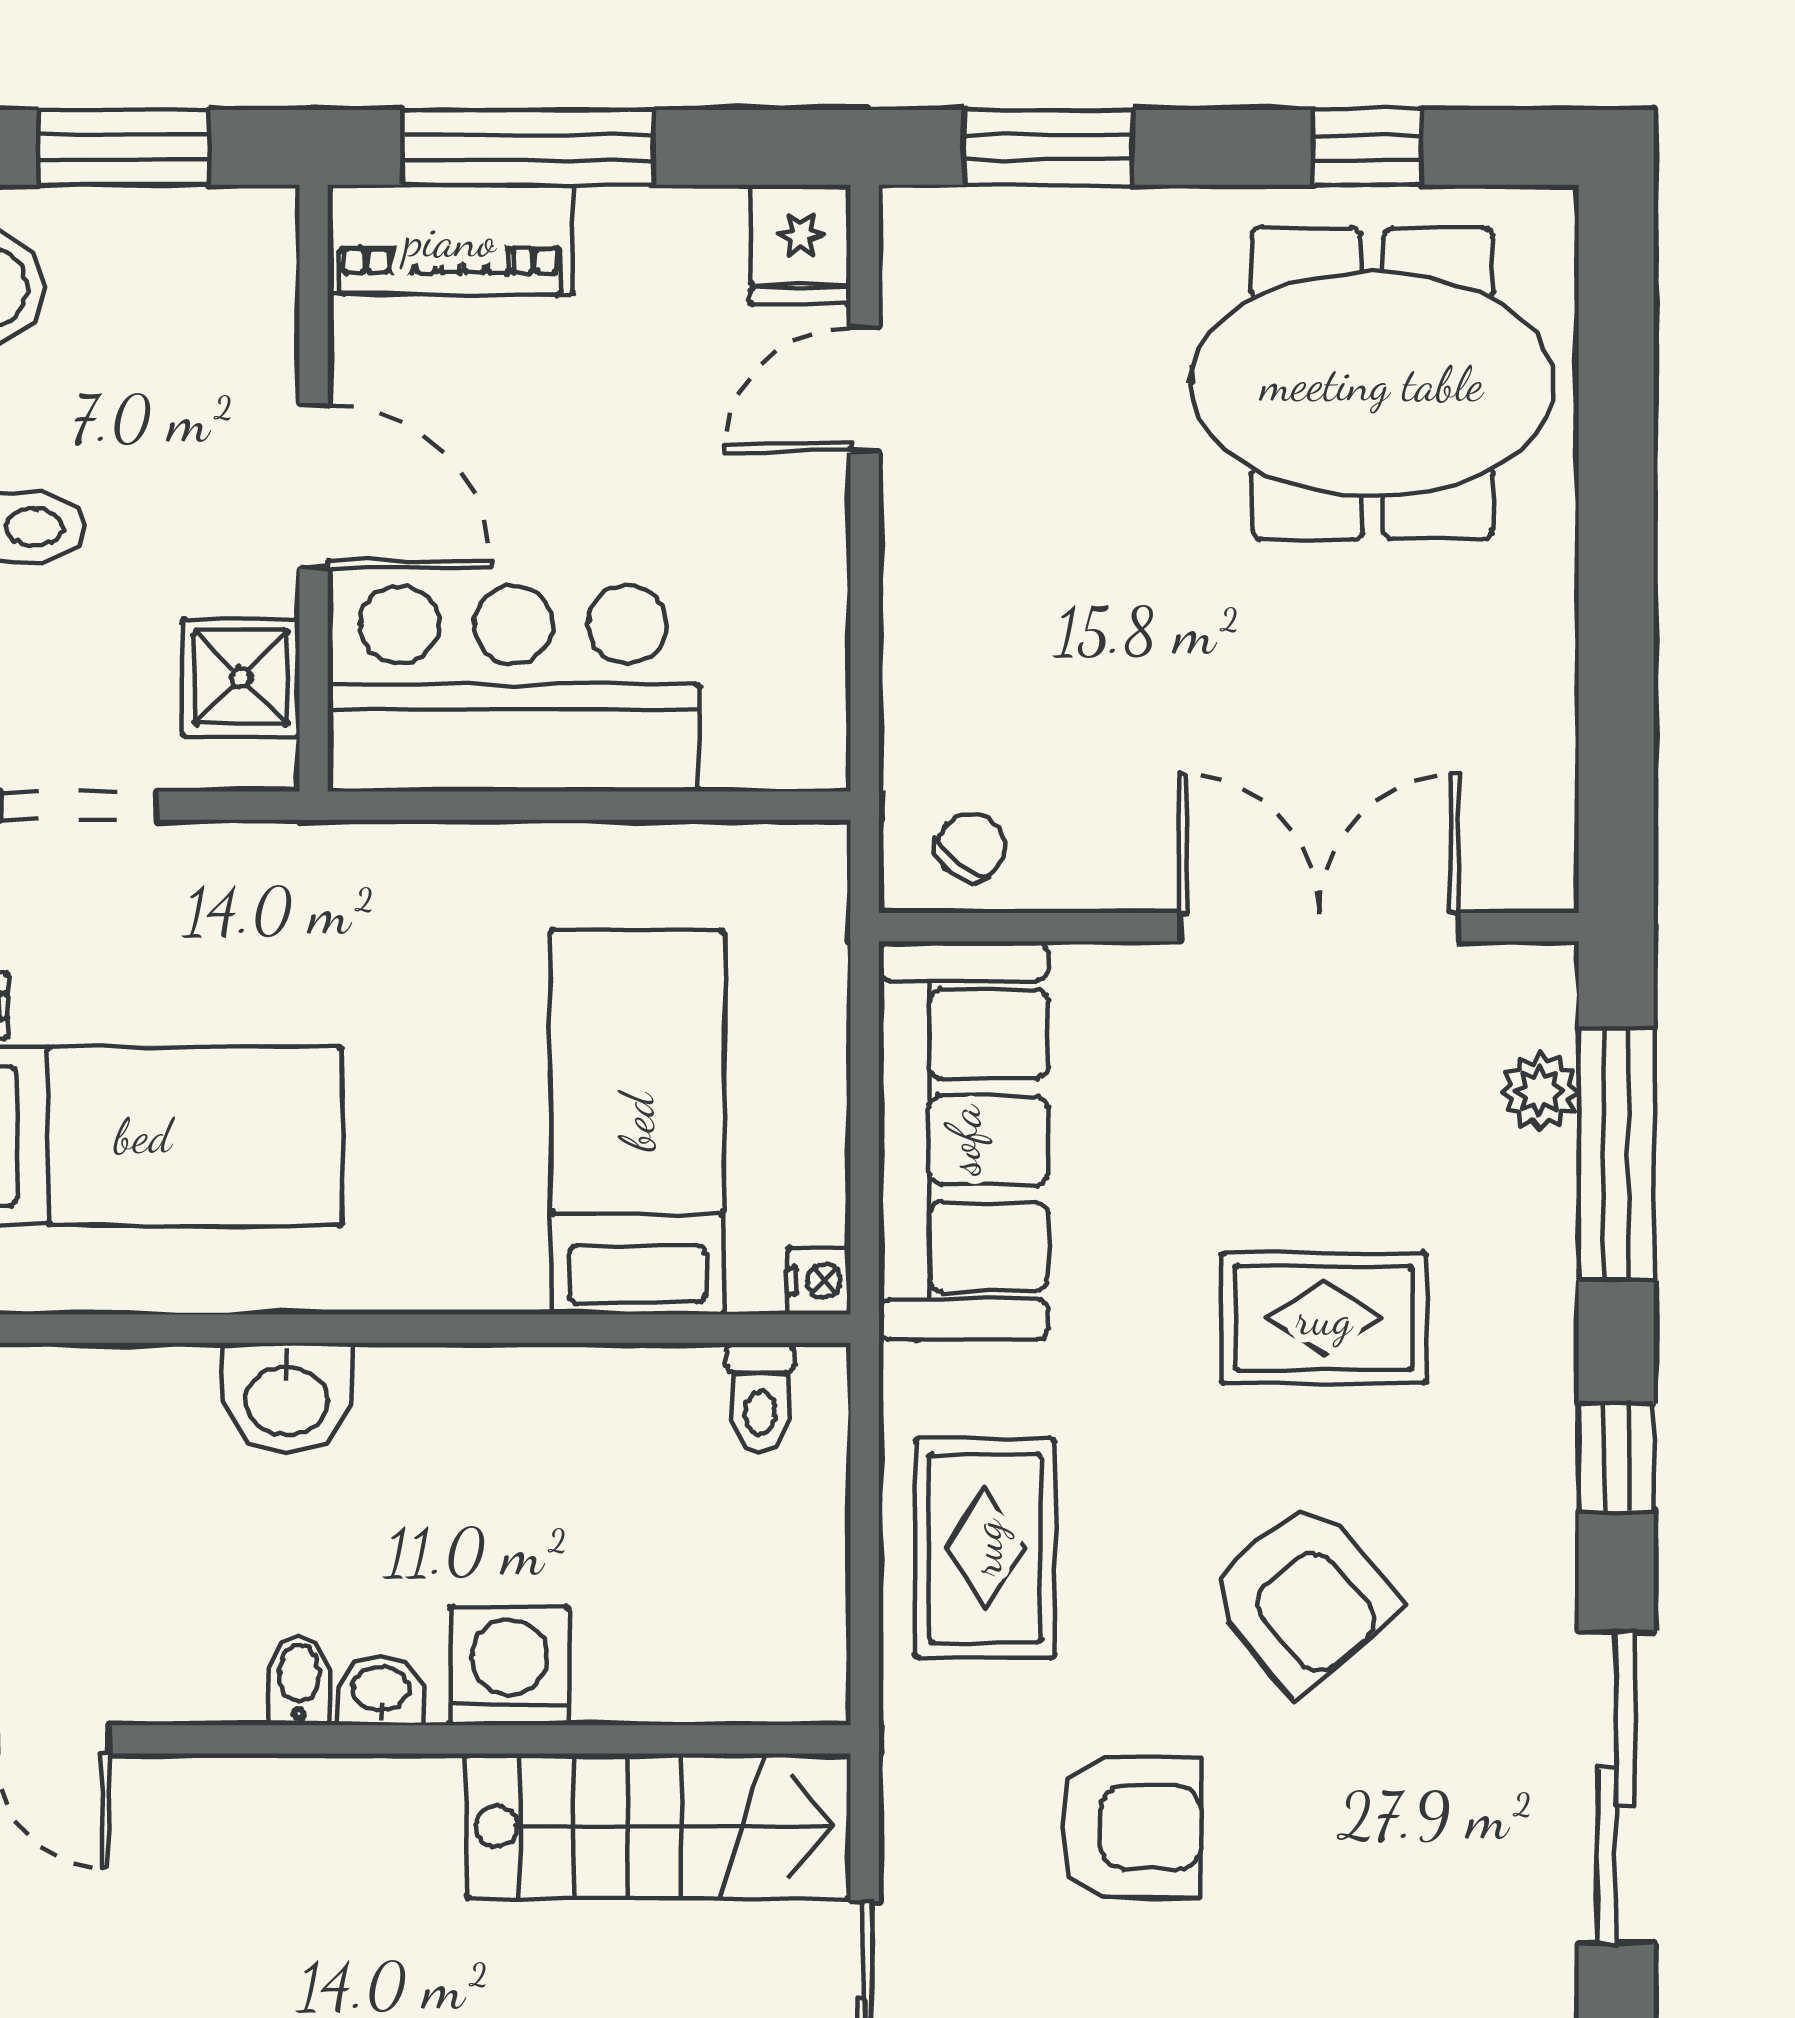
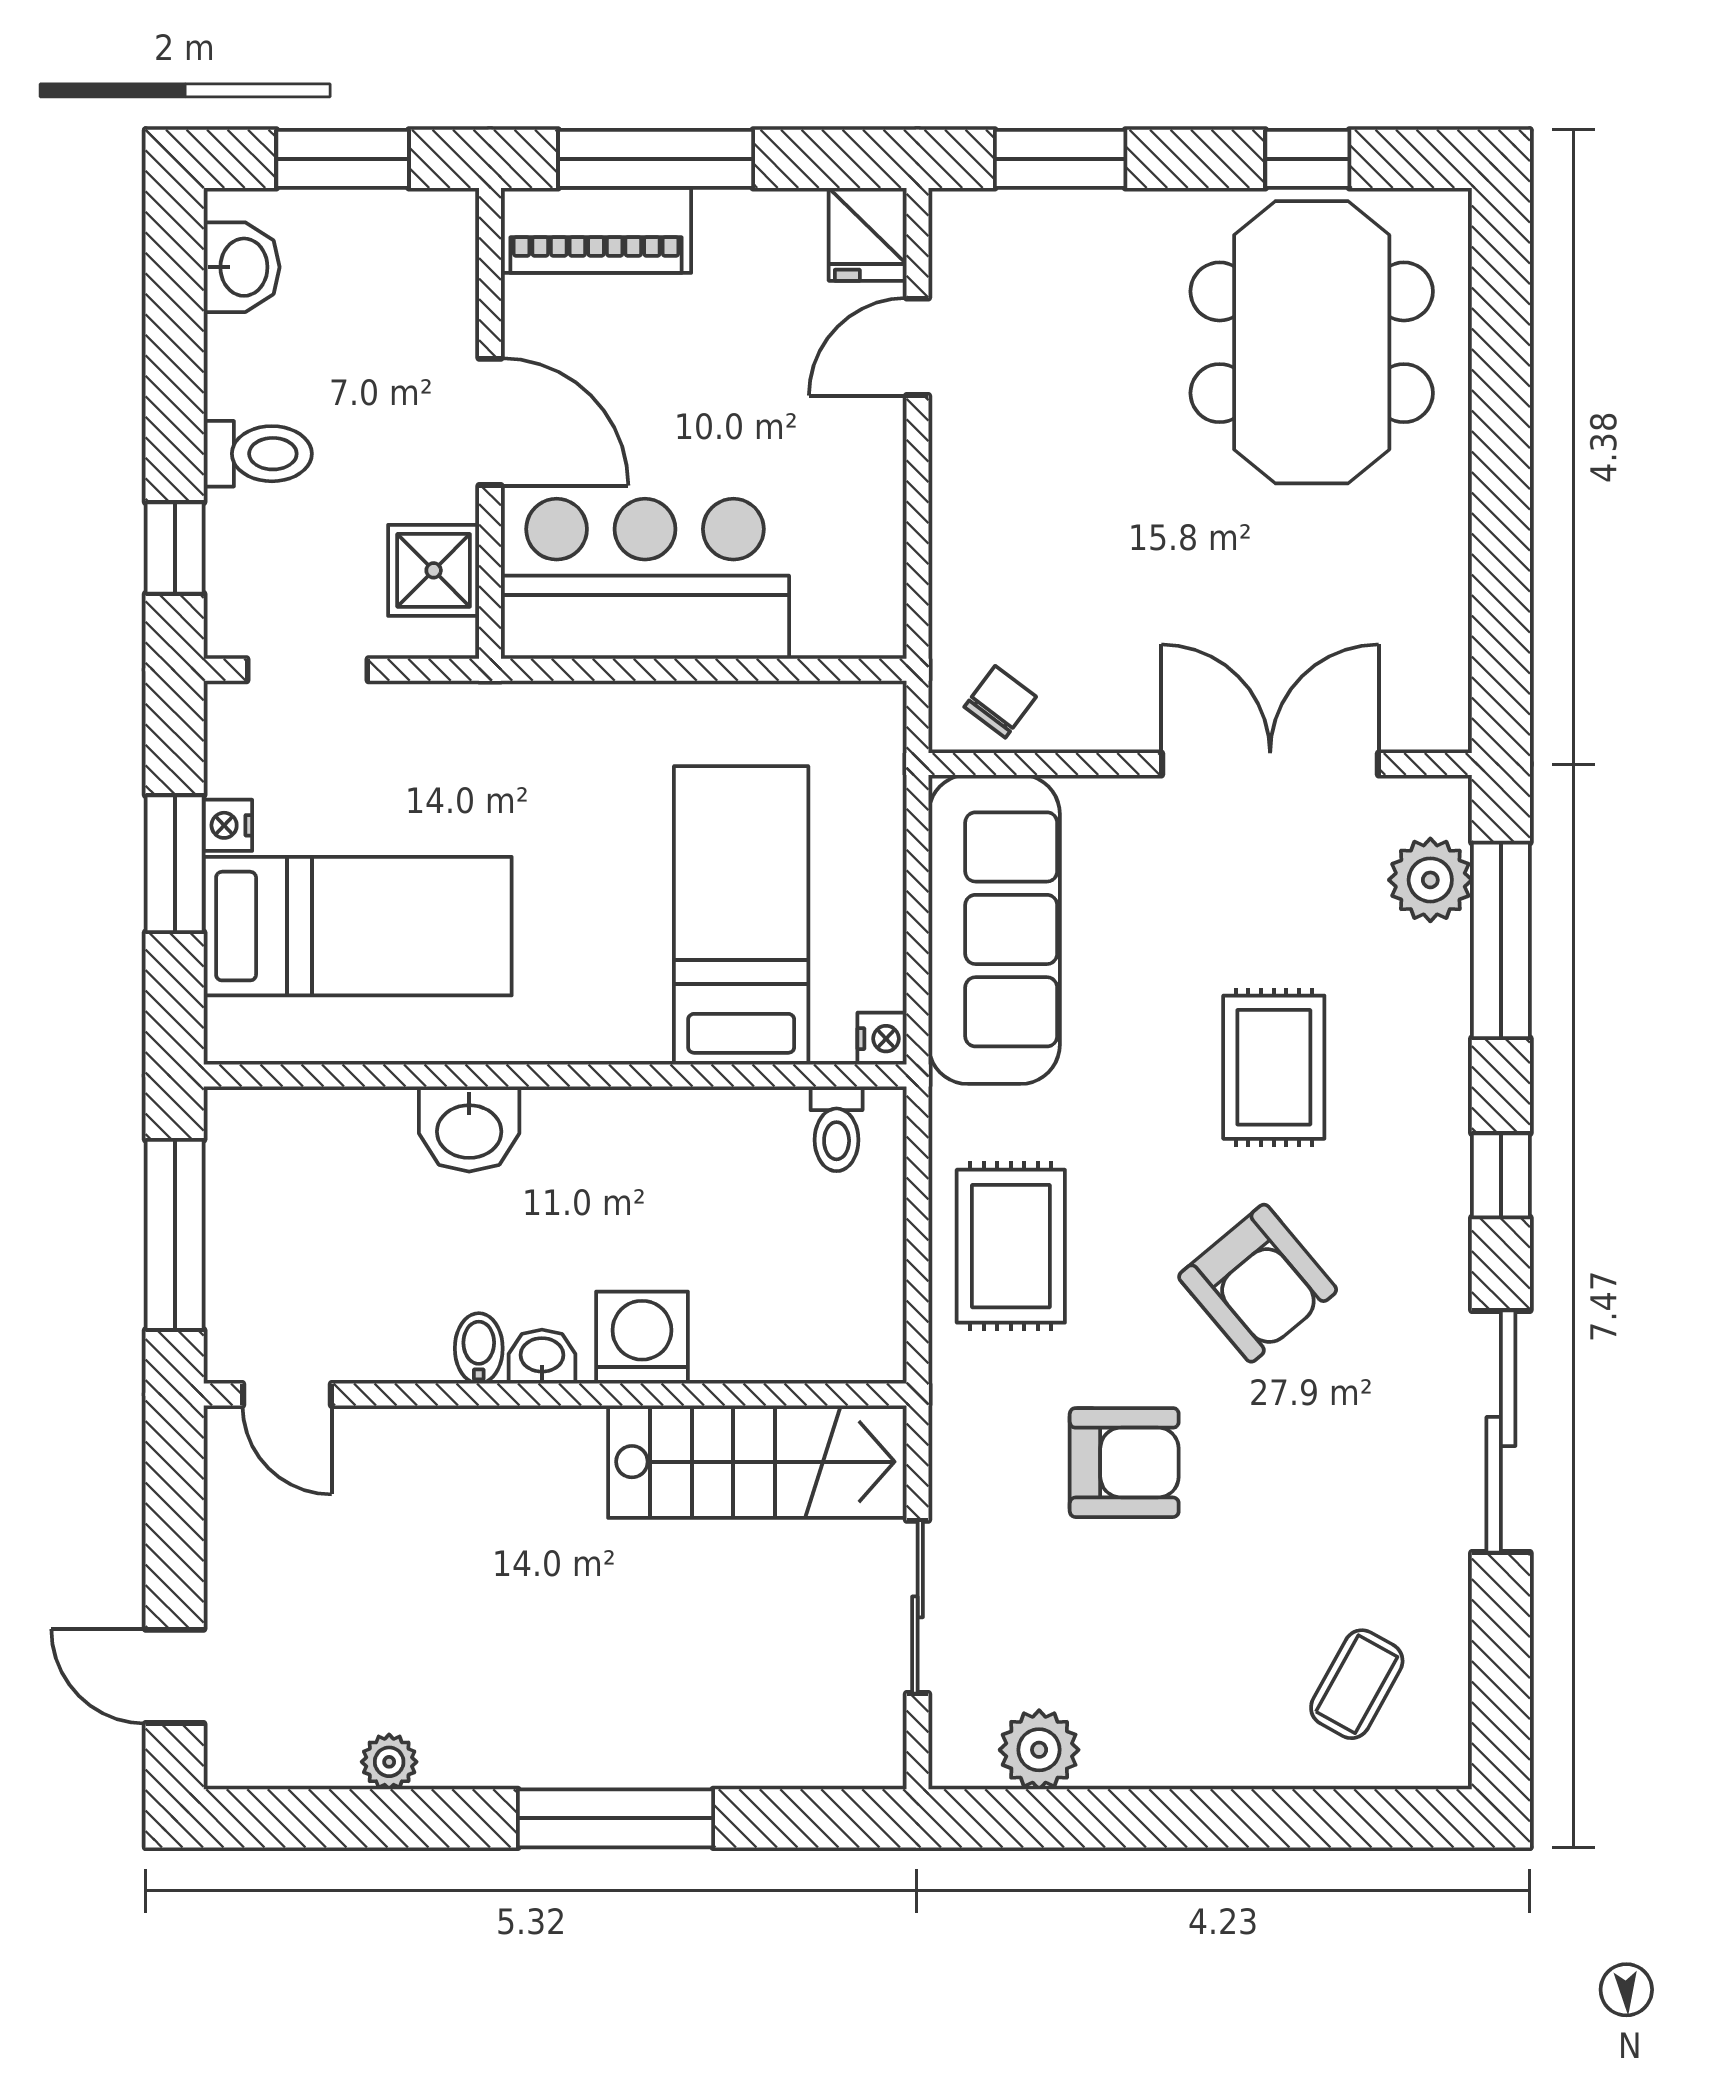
meeting table: (1372, 384) -> (1312, 342), turned 90
plant: (1540, 1091) -> (1430, 880), width x1.38, depth x1.38
rug: (1324, 1318) -> (1274, 1067), turned 90

